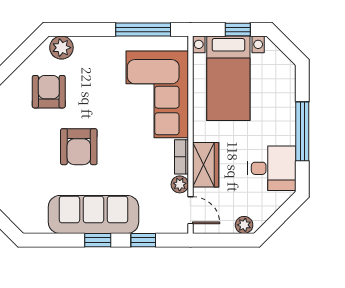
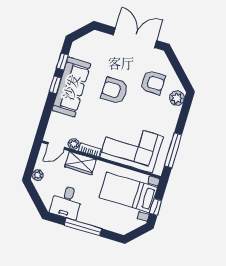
window: (143, 240) -> (62, 61), moved

